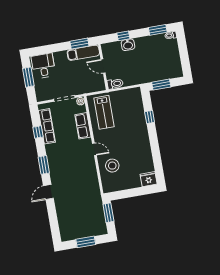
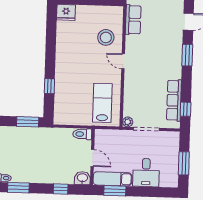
washbasin: (128, 45) -> (82, 178), moved
desk: (43, 66) -> (146, 173), moved
row of seats: (83, 126) -> (133, 20), moved
window: (38, 132) -> (186, 109), moved

